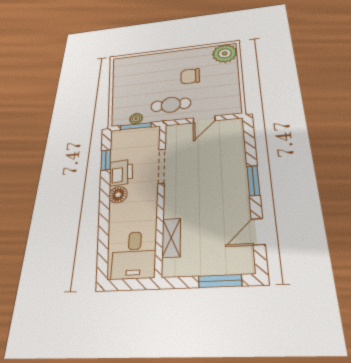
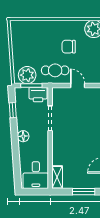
plant: (136, 119) -> (27, 75), width x1.87, depth x1.87
door: (204, 119) -> (78, 85), swing flipped
printer: (121, 173) -> (38, 95), moved, turned 94
shelving: (171, 238) -> (57, 177), moved

